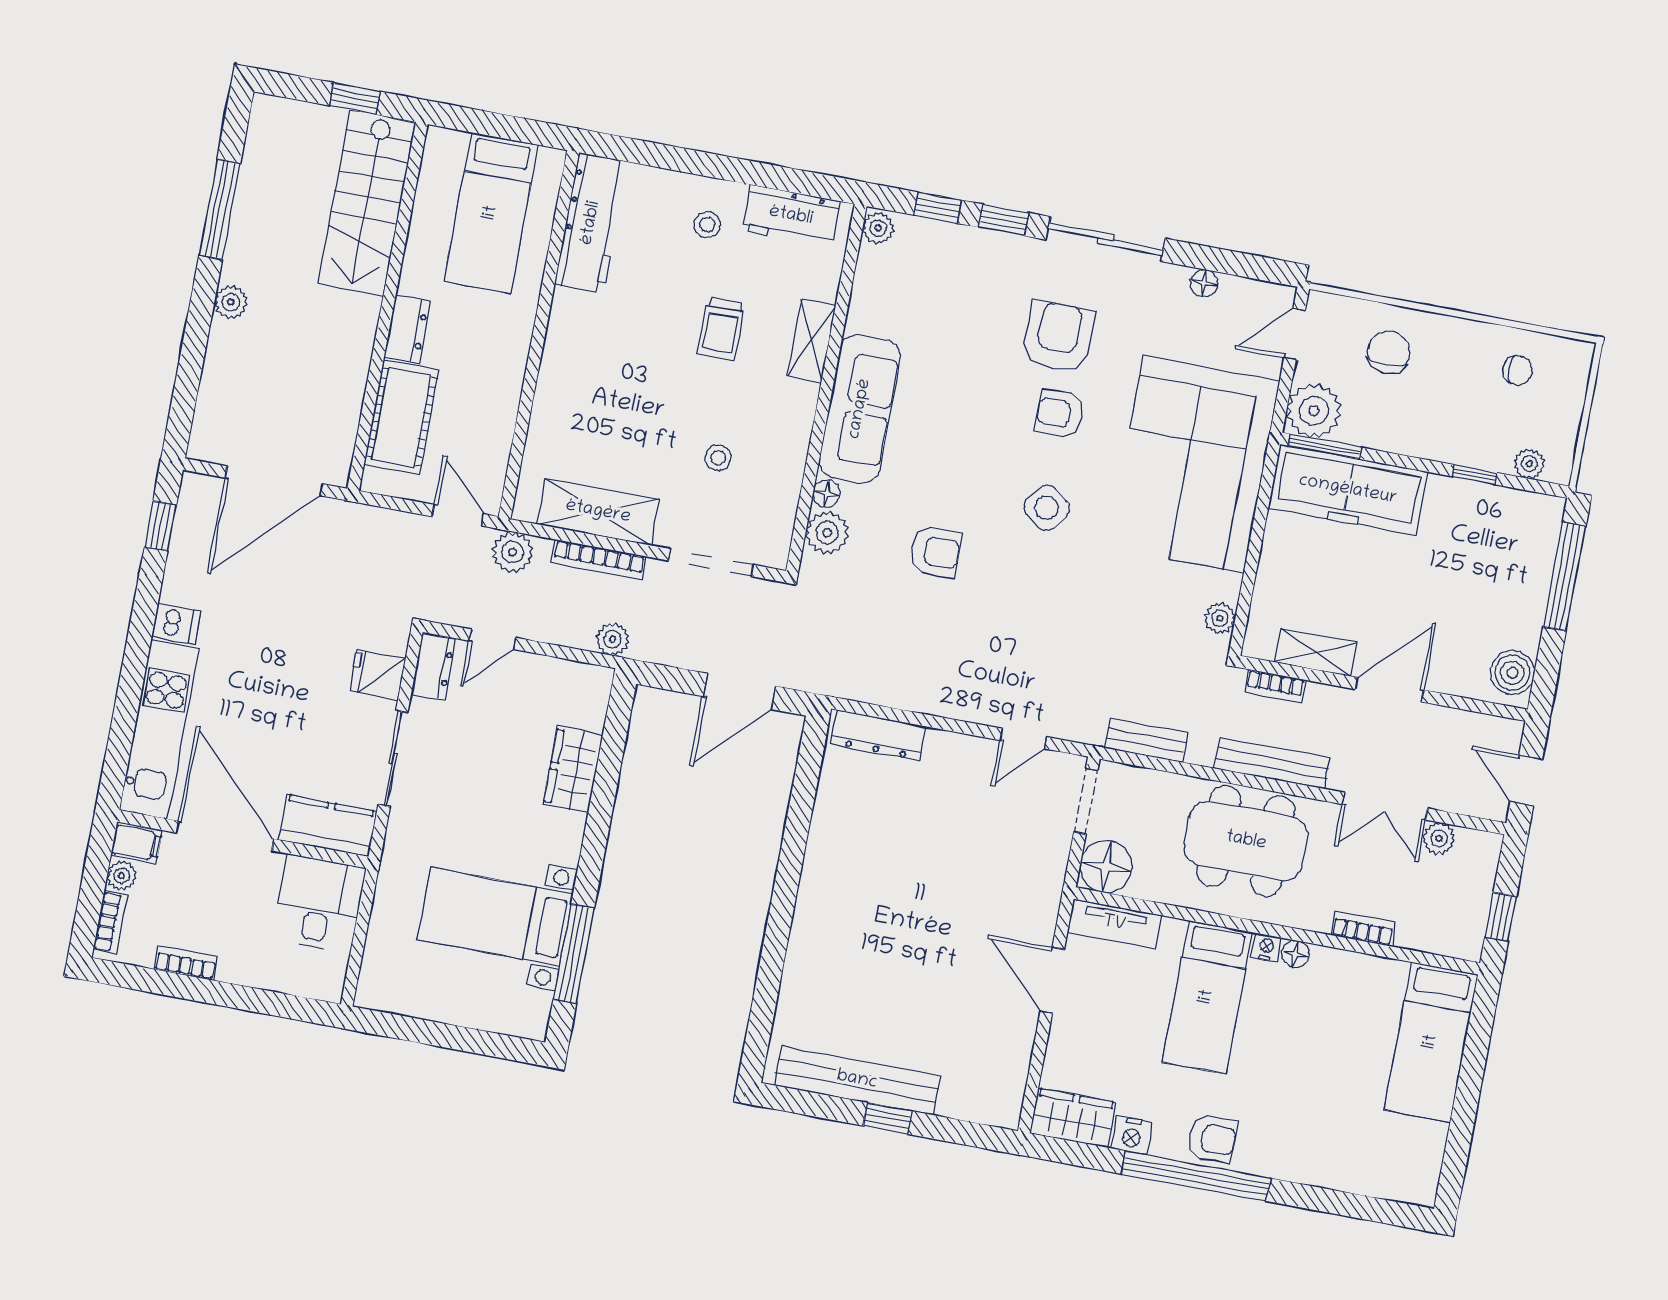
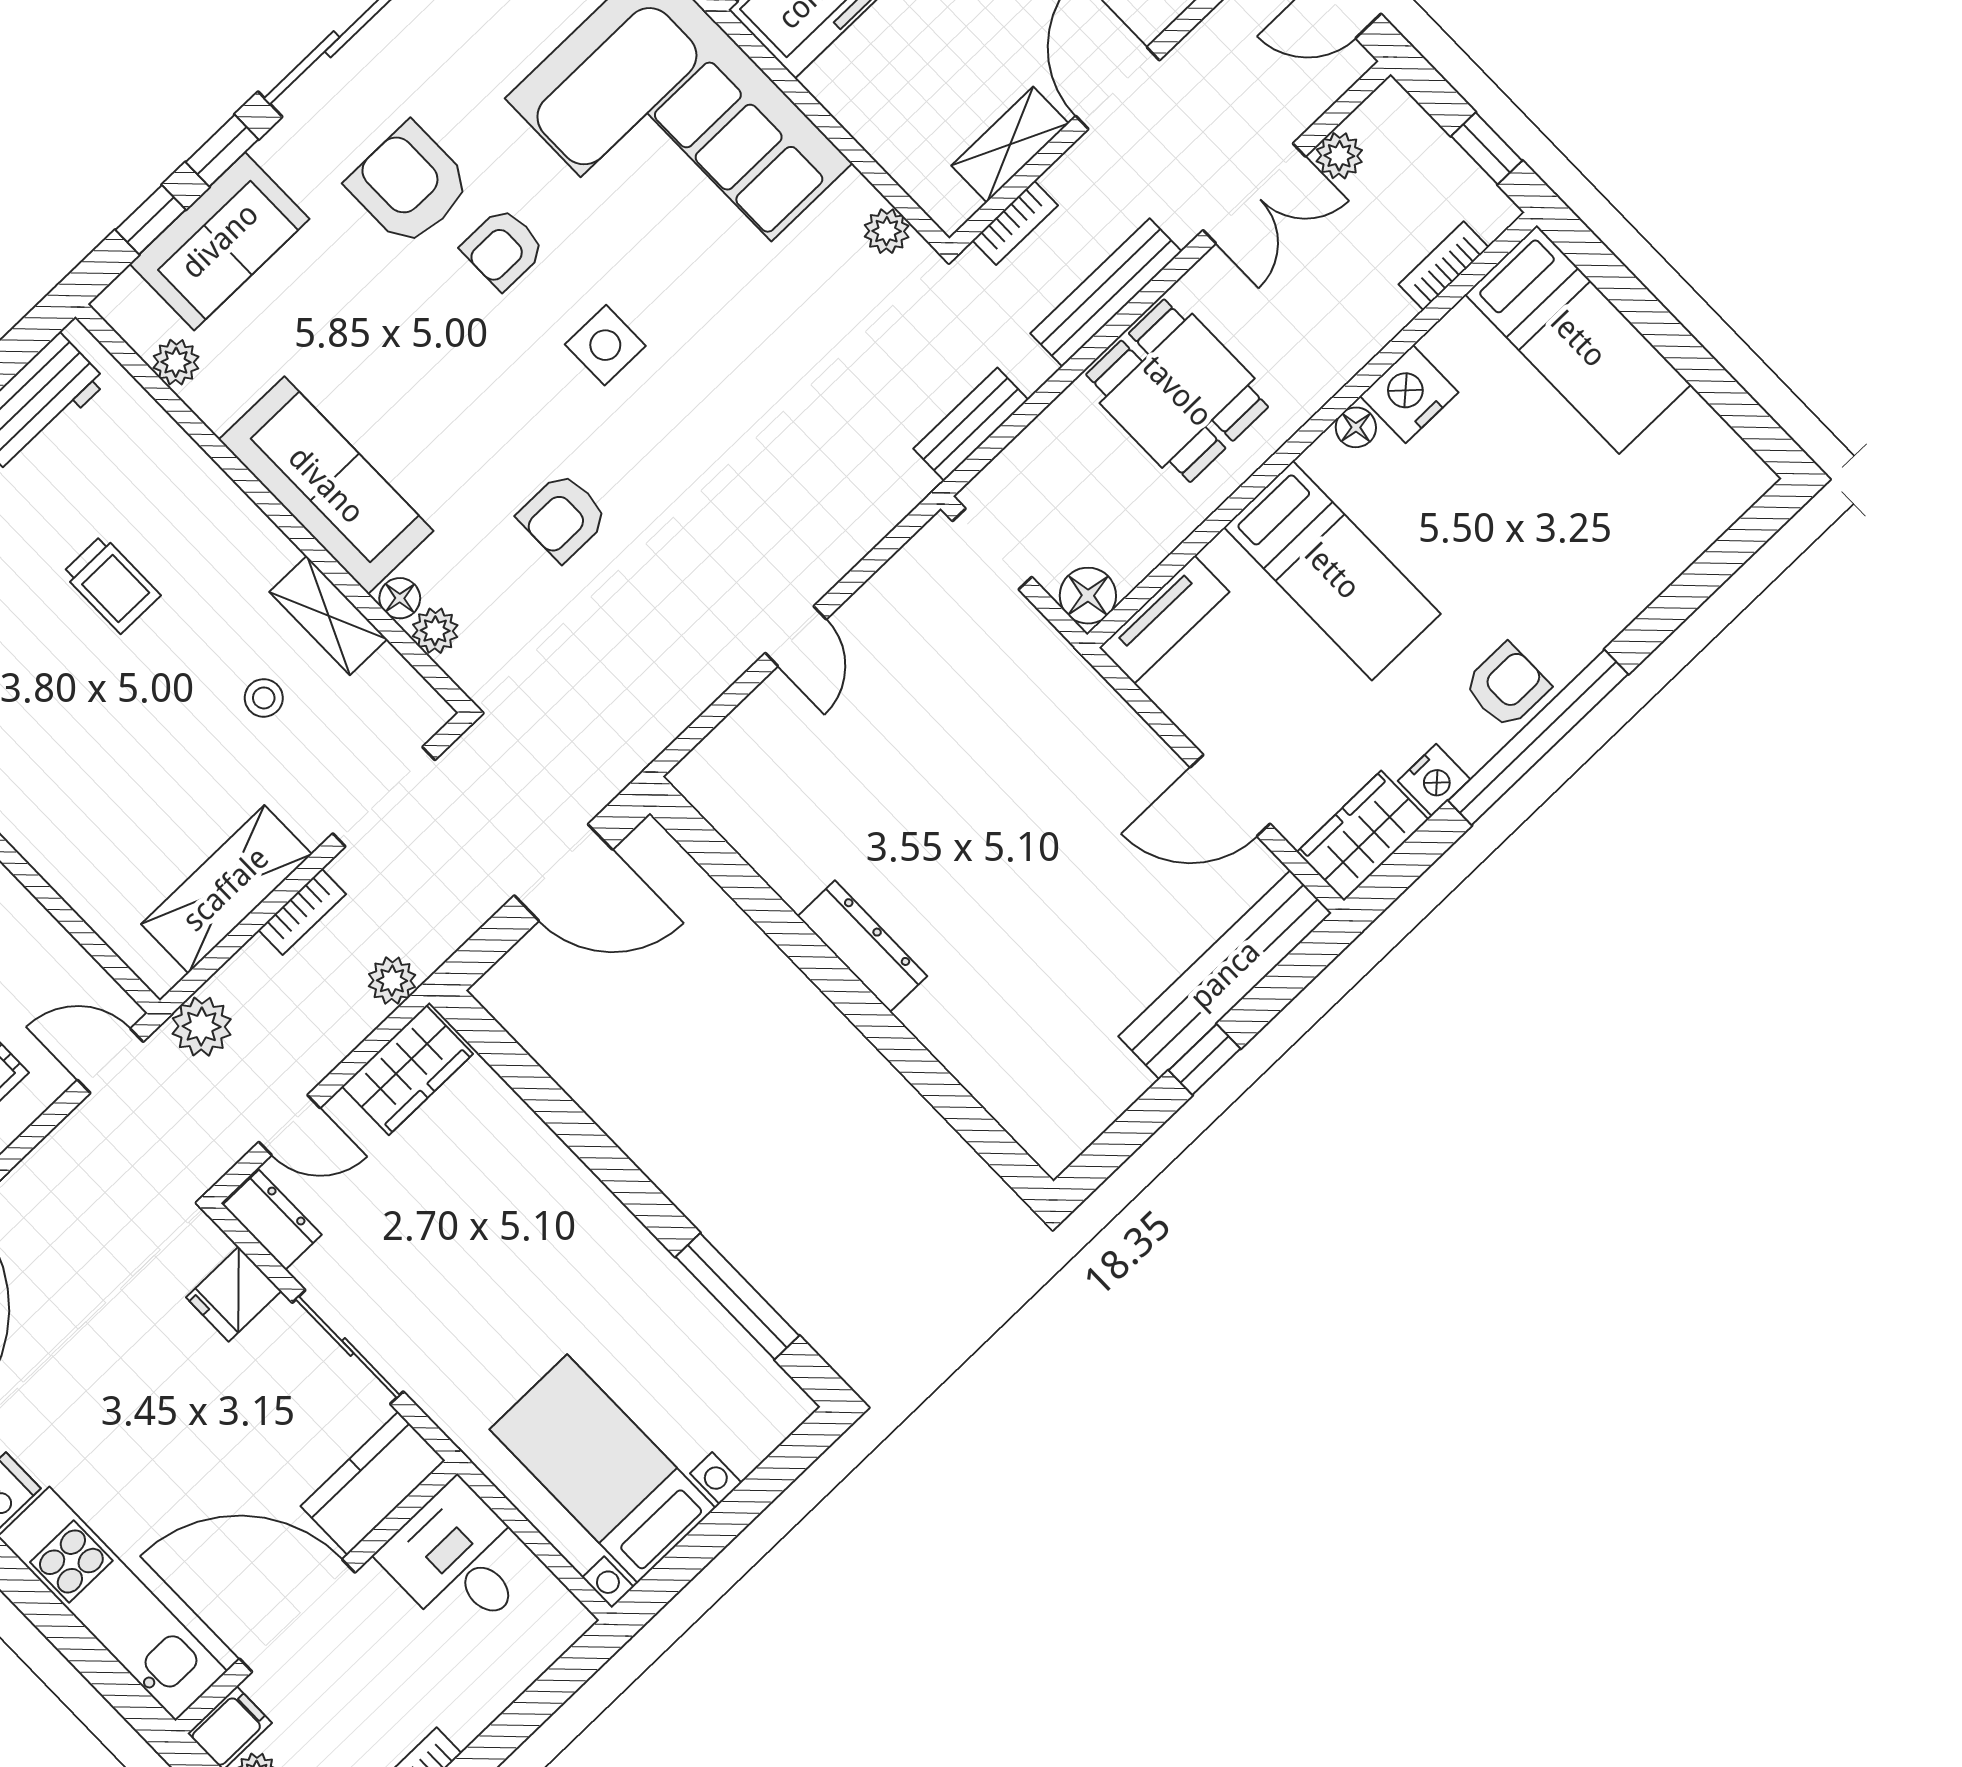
plant: (878, 228) -> (176, 362), moved
sofa: (953, 254) -> (220, 241), added
shelving: (811, 341) -> (328, 616), moved
side table: (1047, 508) -> (605, 345), turned -38
plant: (827, 533) -> (435, 631), width x0.73, depth x0.73
armchair: (935, 552) -> (563, 517), turned 180
bookcase: (599, 560) -> (302, 912), width x0.64
door: (493, 639) -> (289, 1125), hinge flipped
door: (739, 691) -> (563, 872), hinge flipped
dresser: (878, 735) -> (862, 946), moved, turned -90
door: (1023, 739) -> (796, 636), moved
wardrobe: (573, 769) -> (407, 1070), moved, turned -90
dining table: (1246, 841) -> (1177, 391), width x0.73
floor lamp: (1106, 866) -> (1088, 596), width x0.73, depth x0.73
bed with nightstands: (495, 917) -> (603, 1469), moved, turned 90
bookcase: (1363, 929) -> (1444, 266), moved
nightstand: (1266, 948) -> (1409, 394), moved, width x1.89, depth x1.79
door: (1052, 980) -> (1230, 796), moved
bench: (857, 1080) -> (1225, 975), moved

